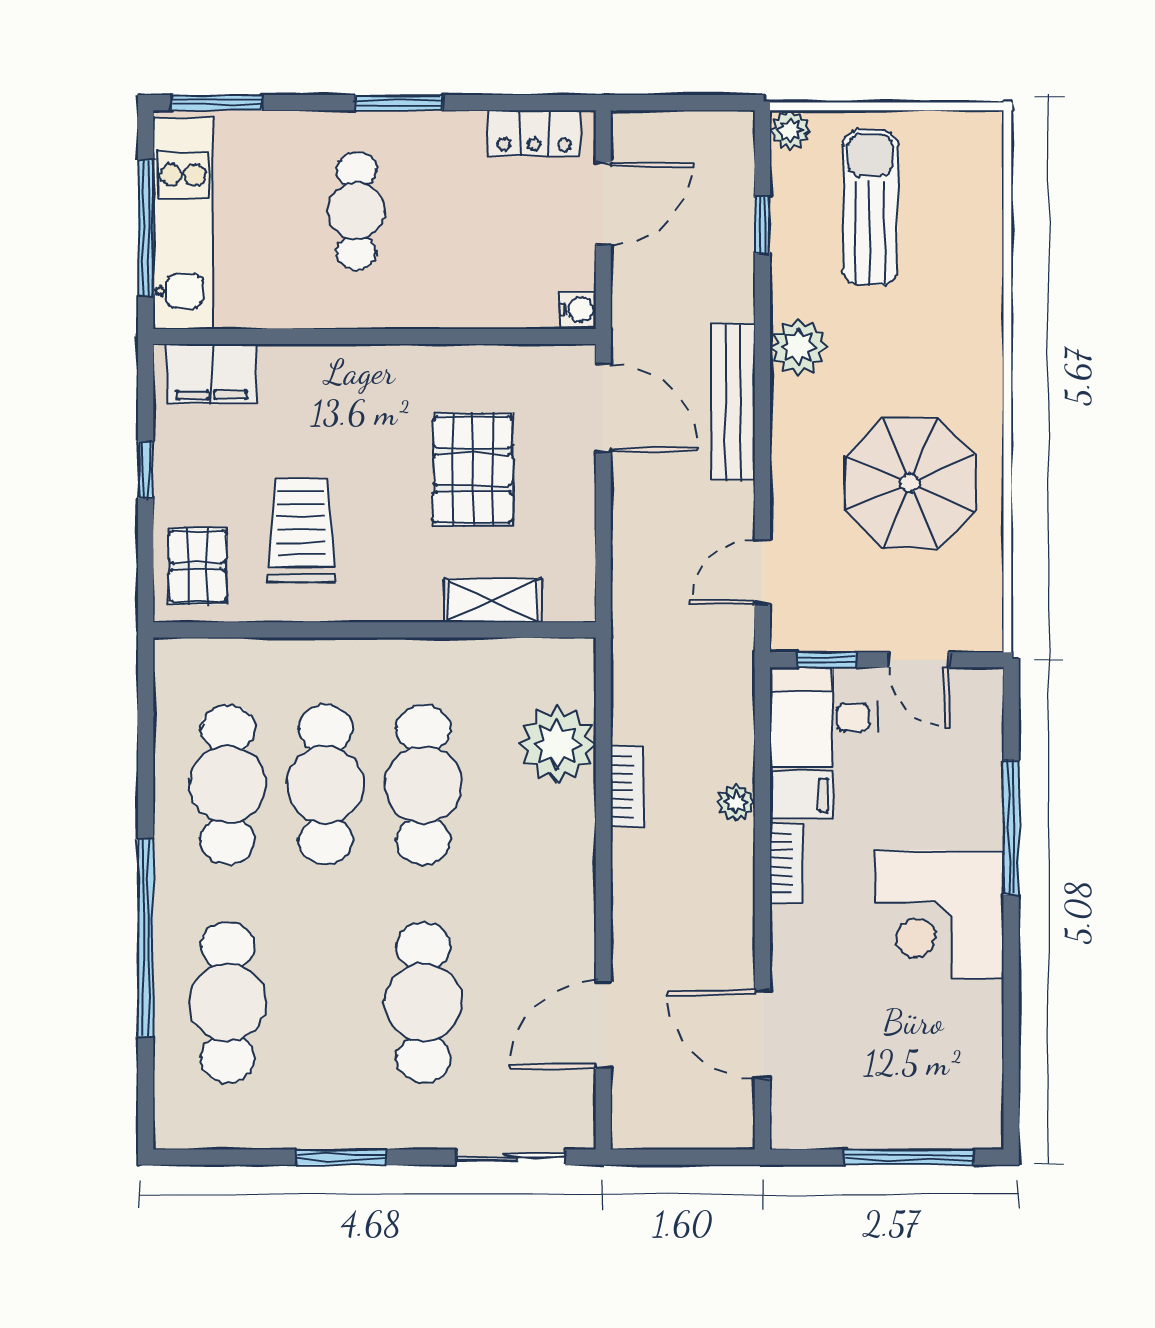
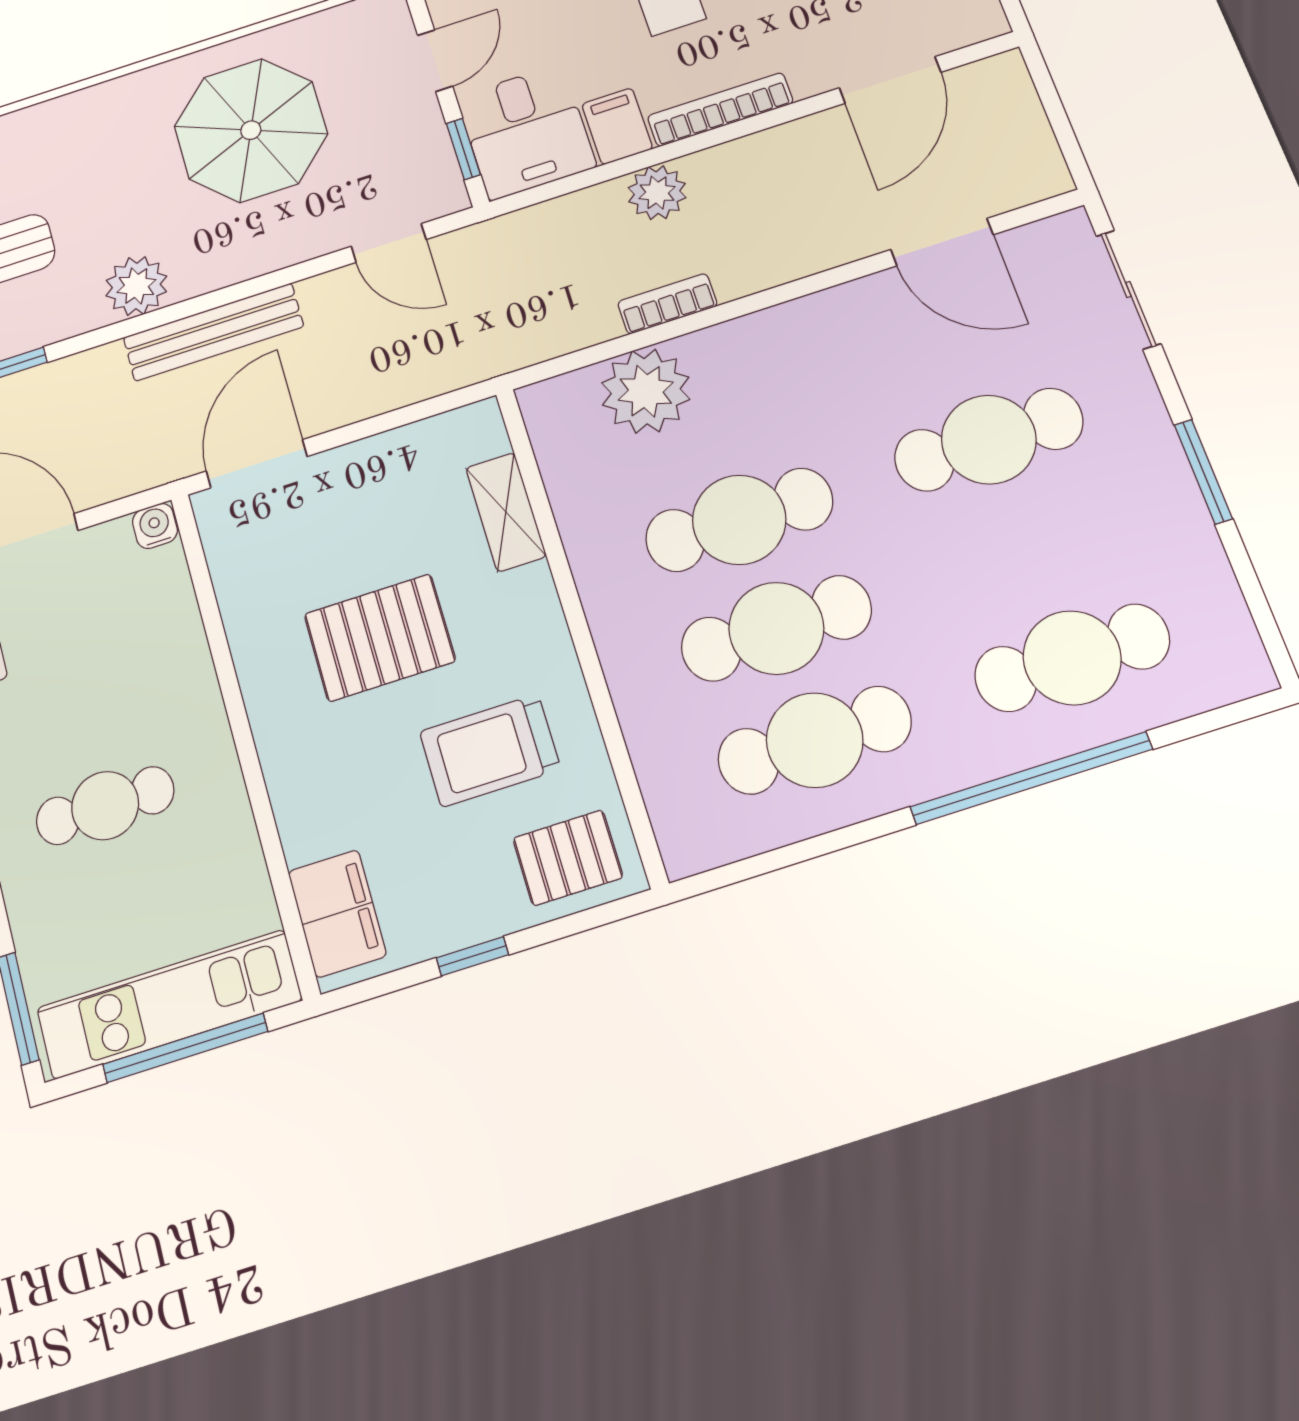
pallet: (473, 470) -> (380, 638), moved
plant: (736, 802) -> (657, 193), width x1.38, depth x1.38
bookcase: (786, 863) -> (720, 110), width x1.56

